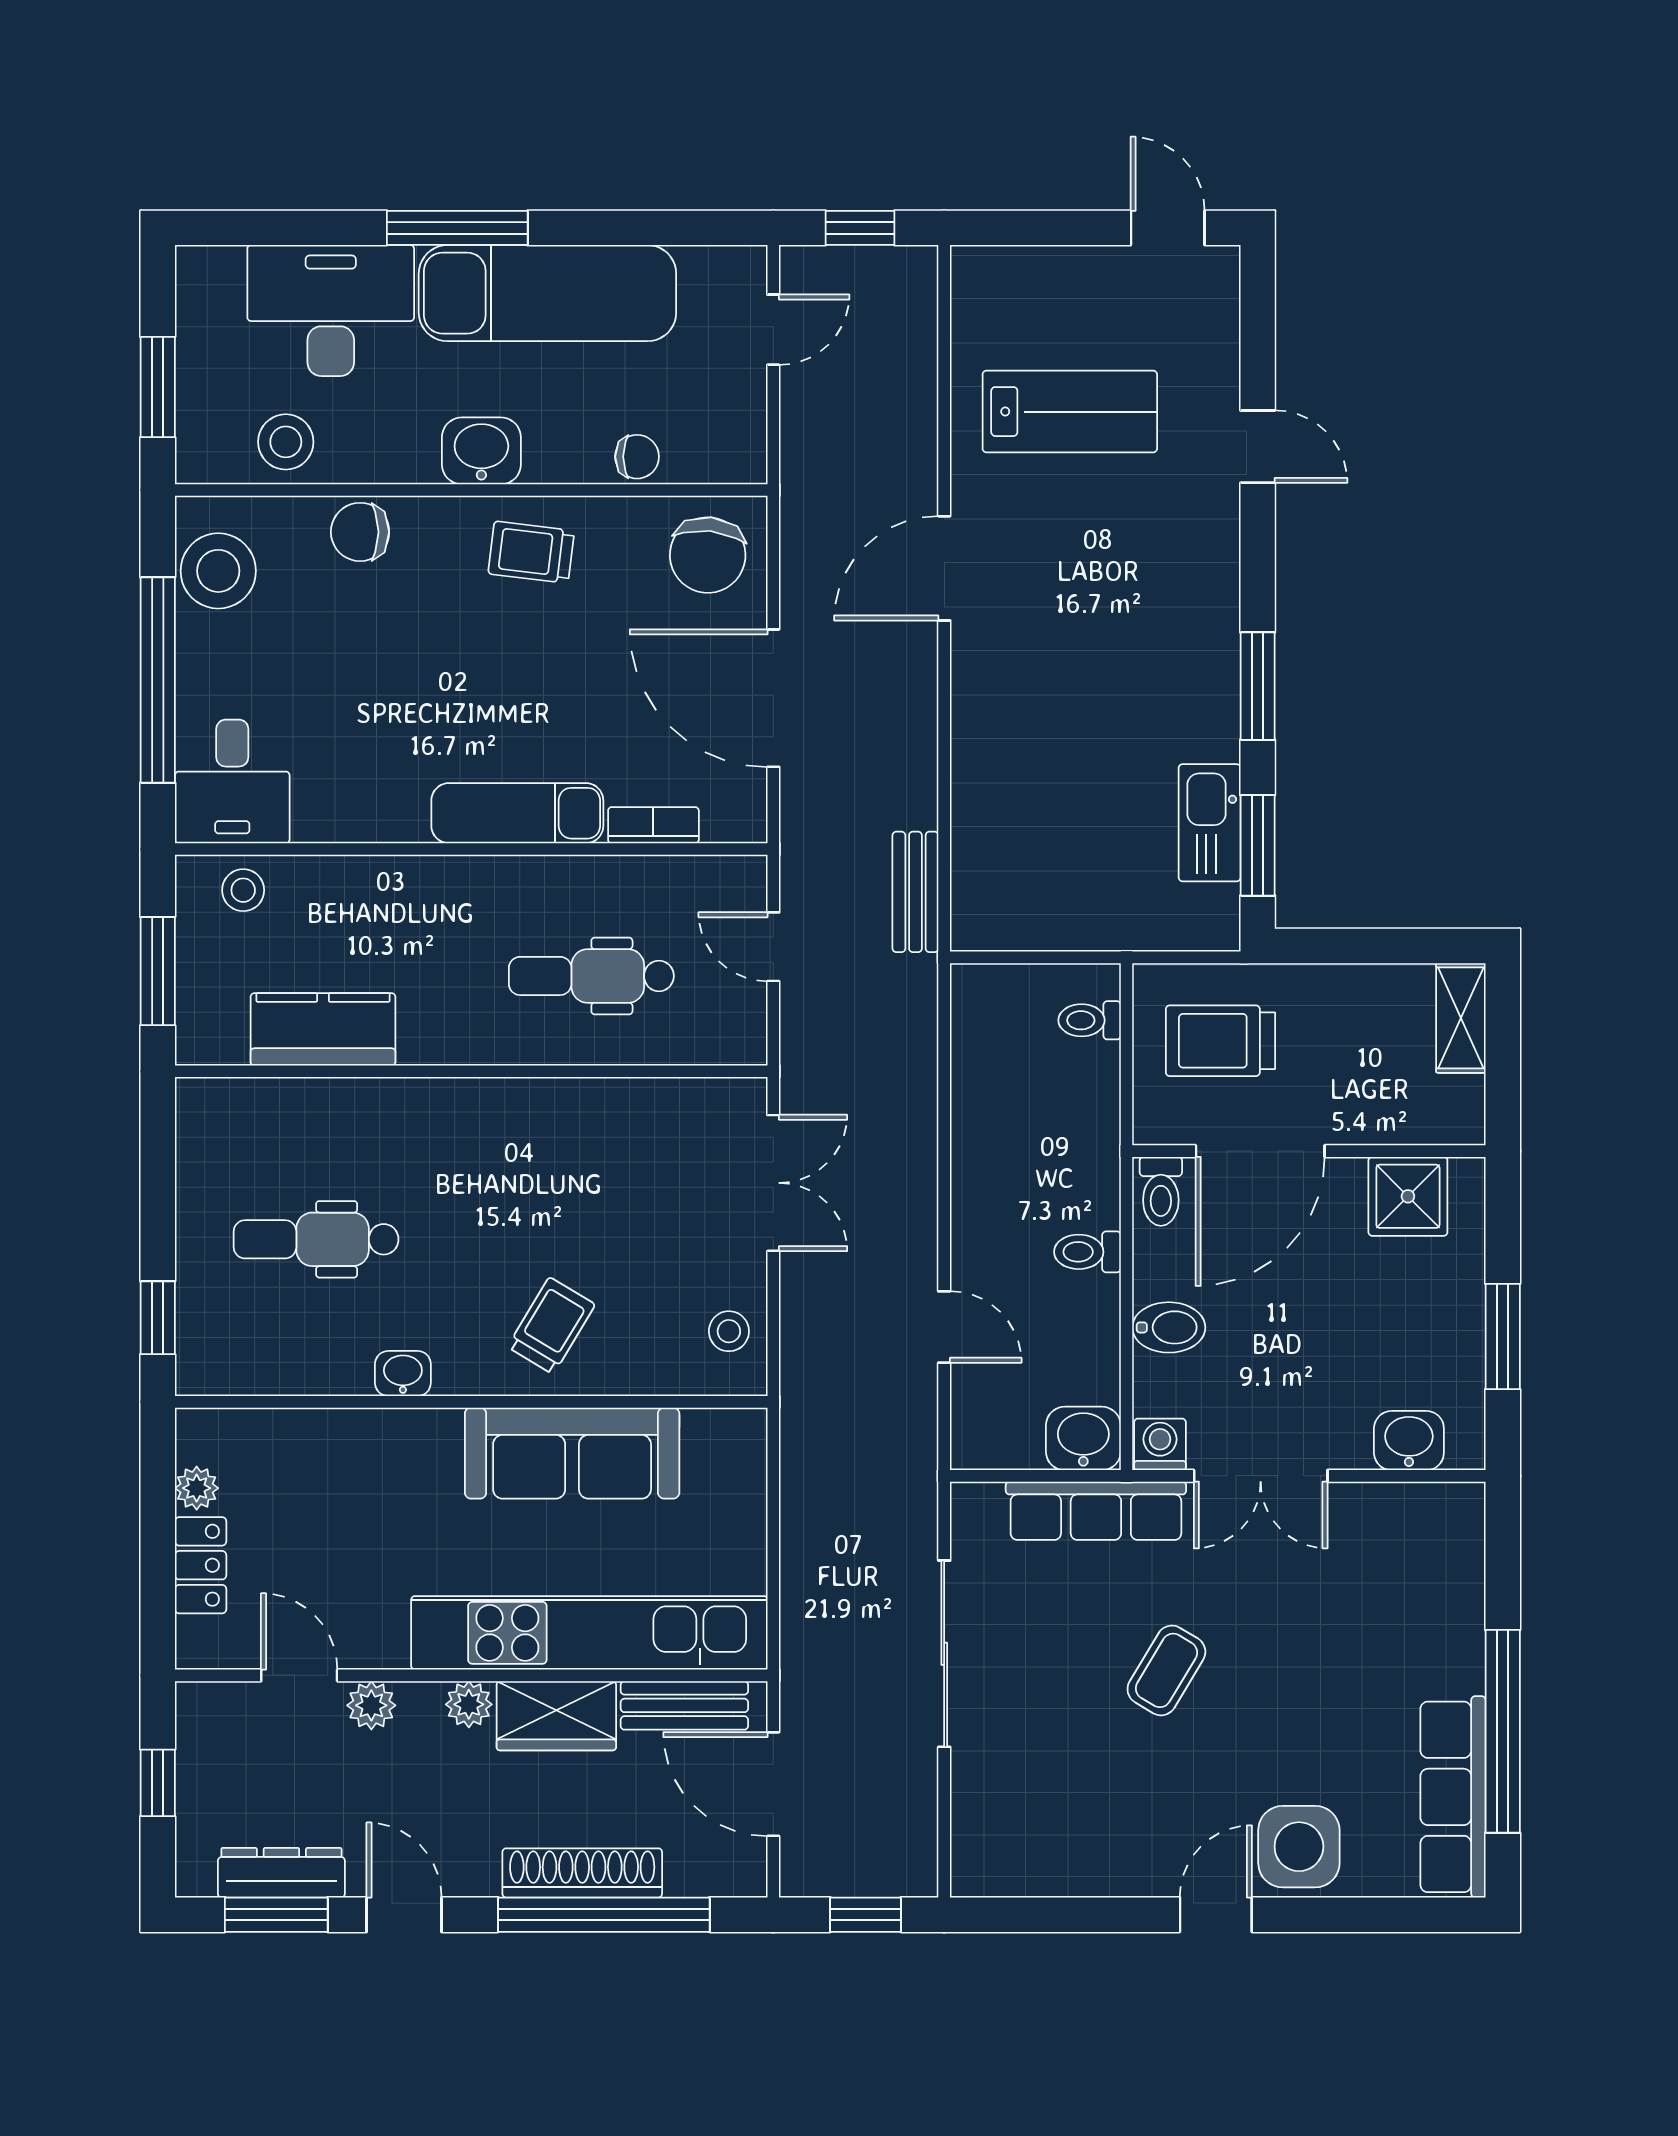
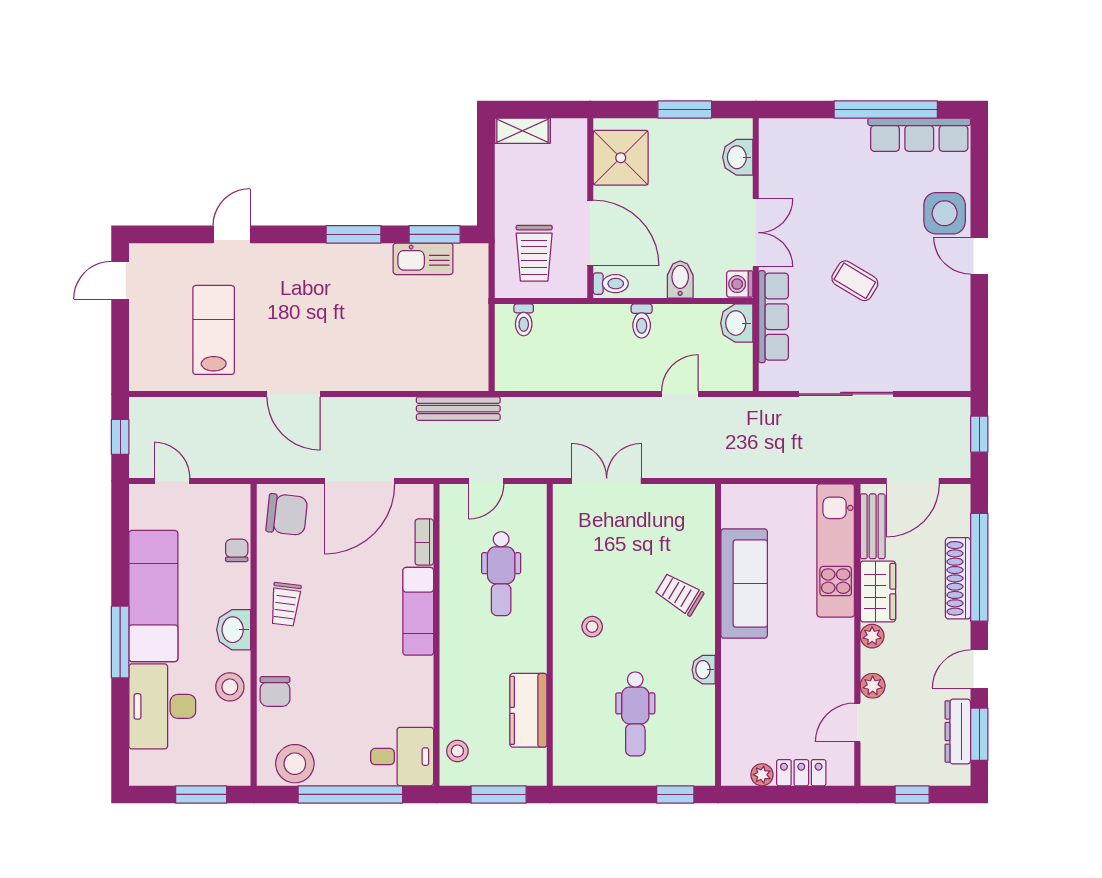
stool: (286, 442) -> (230, 687), moved
bench: (915, 892) -> (458, 409), width x1.36
shower: (1408, 1196) -> (621, 158), width x1.36, depth x1.36
stool: (729, 1331) -> (592, 627), moved
kitchen unit: (589, 1633) -> (836, 550), width x0.73

